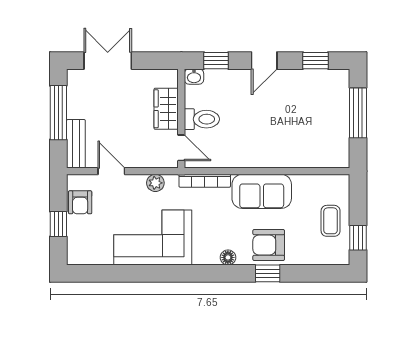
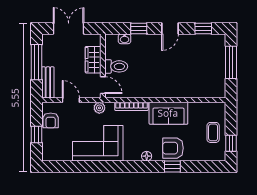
wardrobe: (166, 109) -> (93, 60), moved
wall: (181, 118) -> (103, 66), moved
toilet: (202, 119) -> (116, 66), moved
door: (181, 148) -> (103, 85), moved

